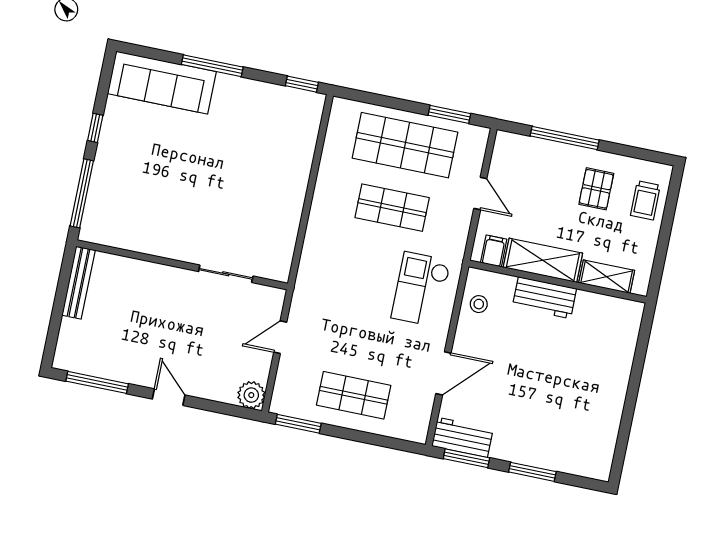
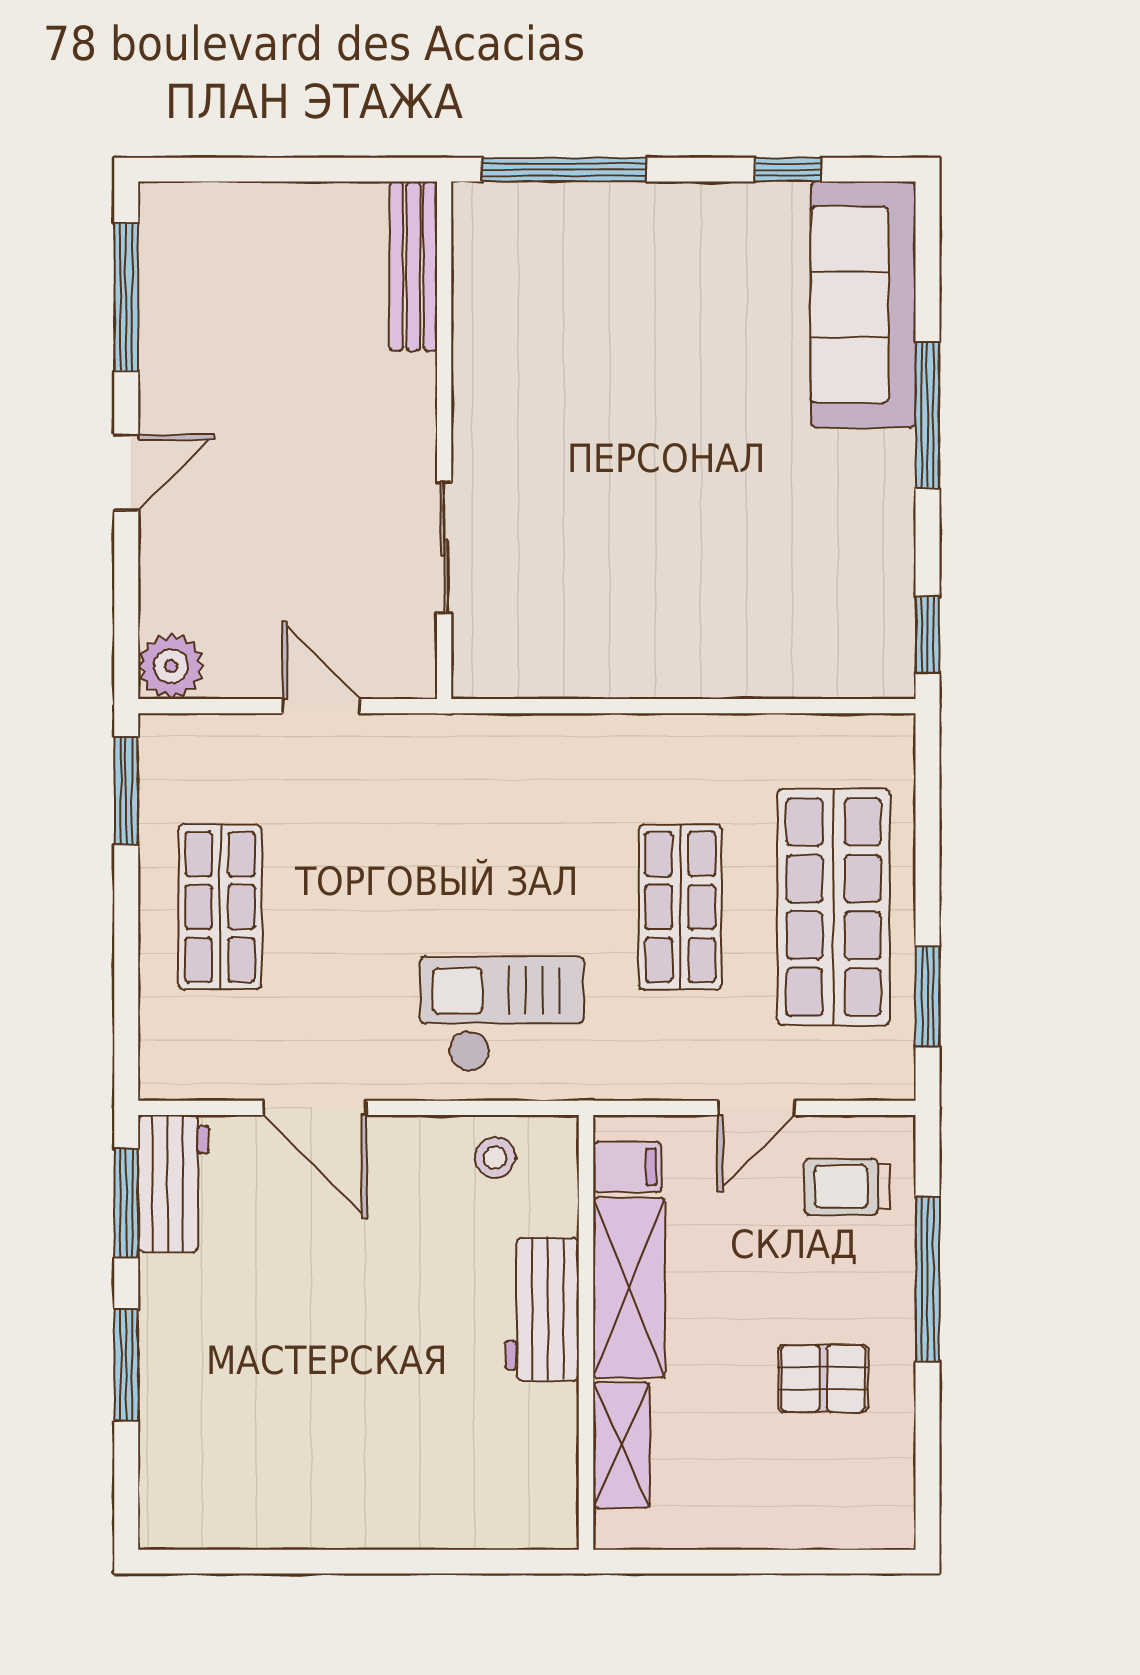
window: (95, 128) -> (788, 170), moved
trolley: (645, 200) -> (847, 1187), moved
bench: (79, 283) -> (413, 266), moved, turned 90

